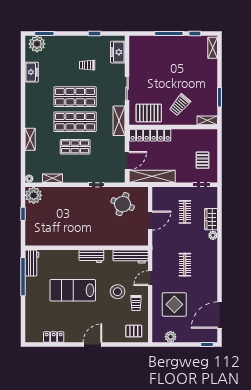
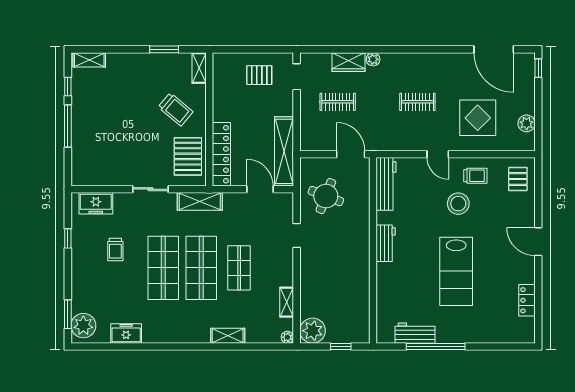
wall: (87, 248) -> (373, 250), moved
workbench: (91, 256) -> (386, 243), moved
workbench: (131, 257) -> (386, 184), moved

